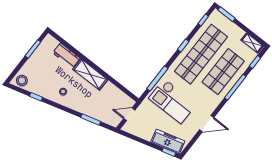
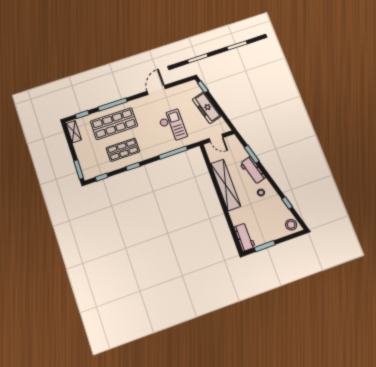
shop shelf: (201, 54) -> (123, 150), width x0.50, depth x0.74
workbench: (66, 55) -> (244, 237), moved
shelving: (90, 74) -> (226, 185), width x1.47
checkout: (173, 101) -> (173, 126), width x0.73, depth x0.83
workbench: (81, 106) -> (253, 170), added
door: (207, 124) -> (156, 90), hinge flipped
freezer: (168, 142) -> (207, 108), moved

